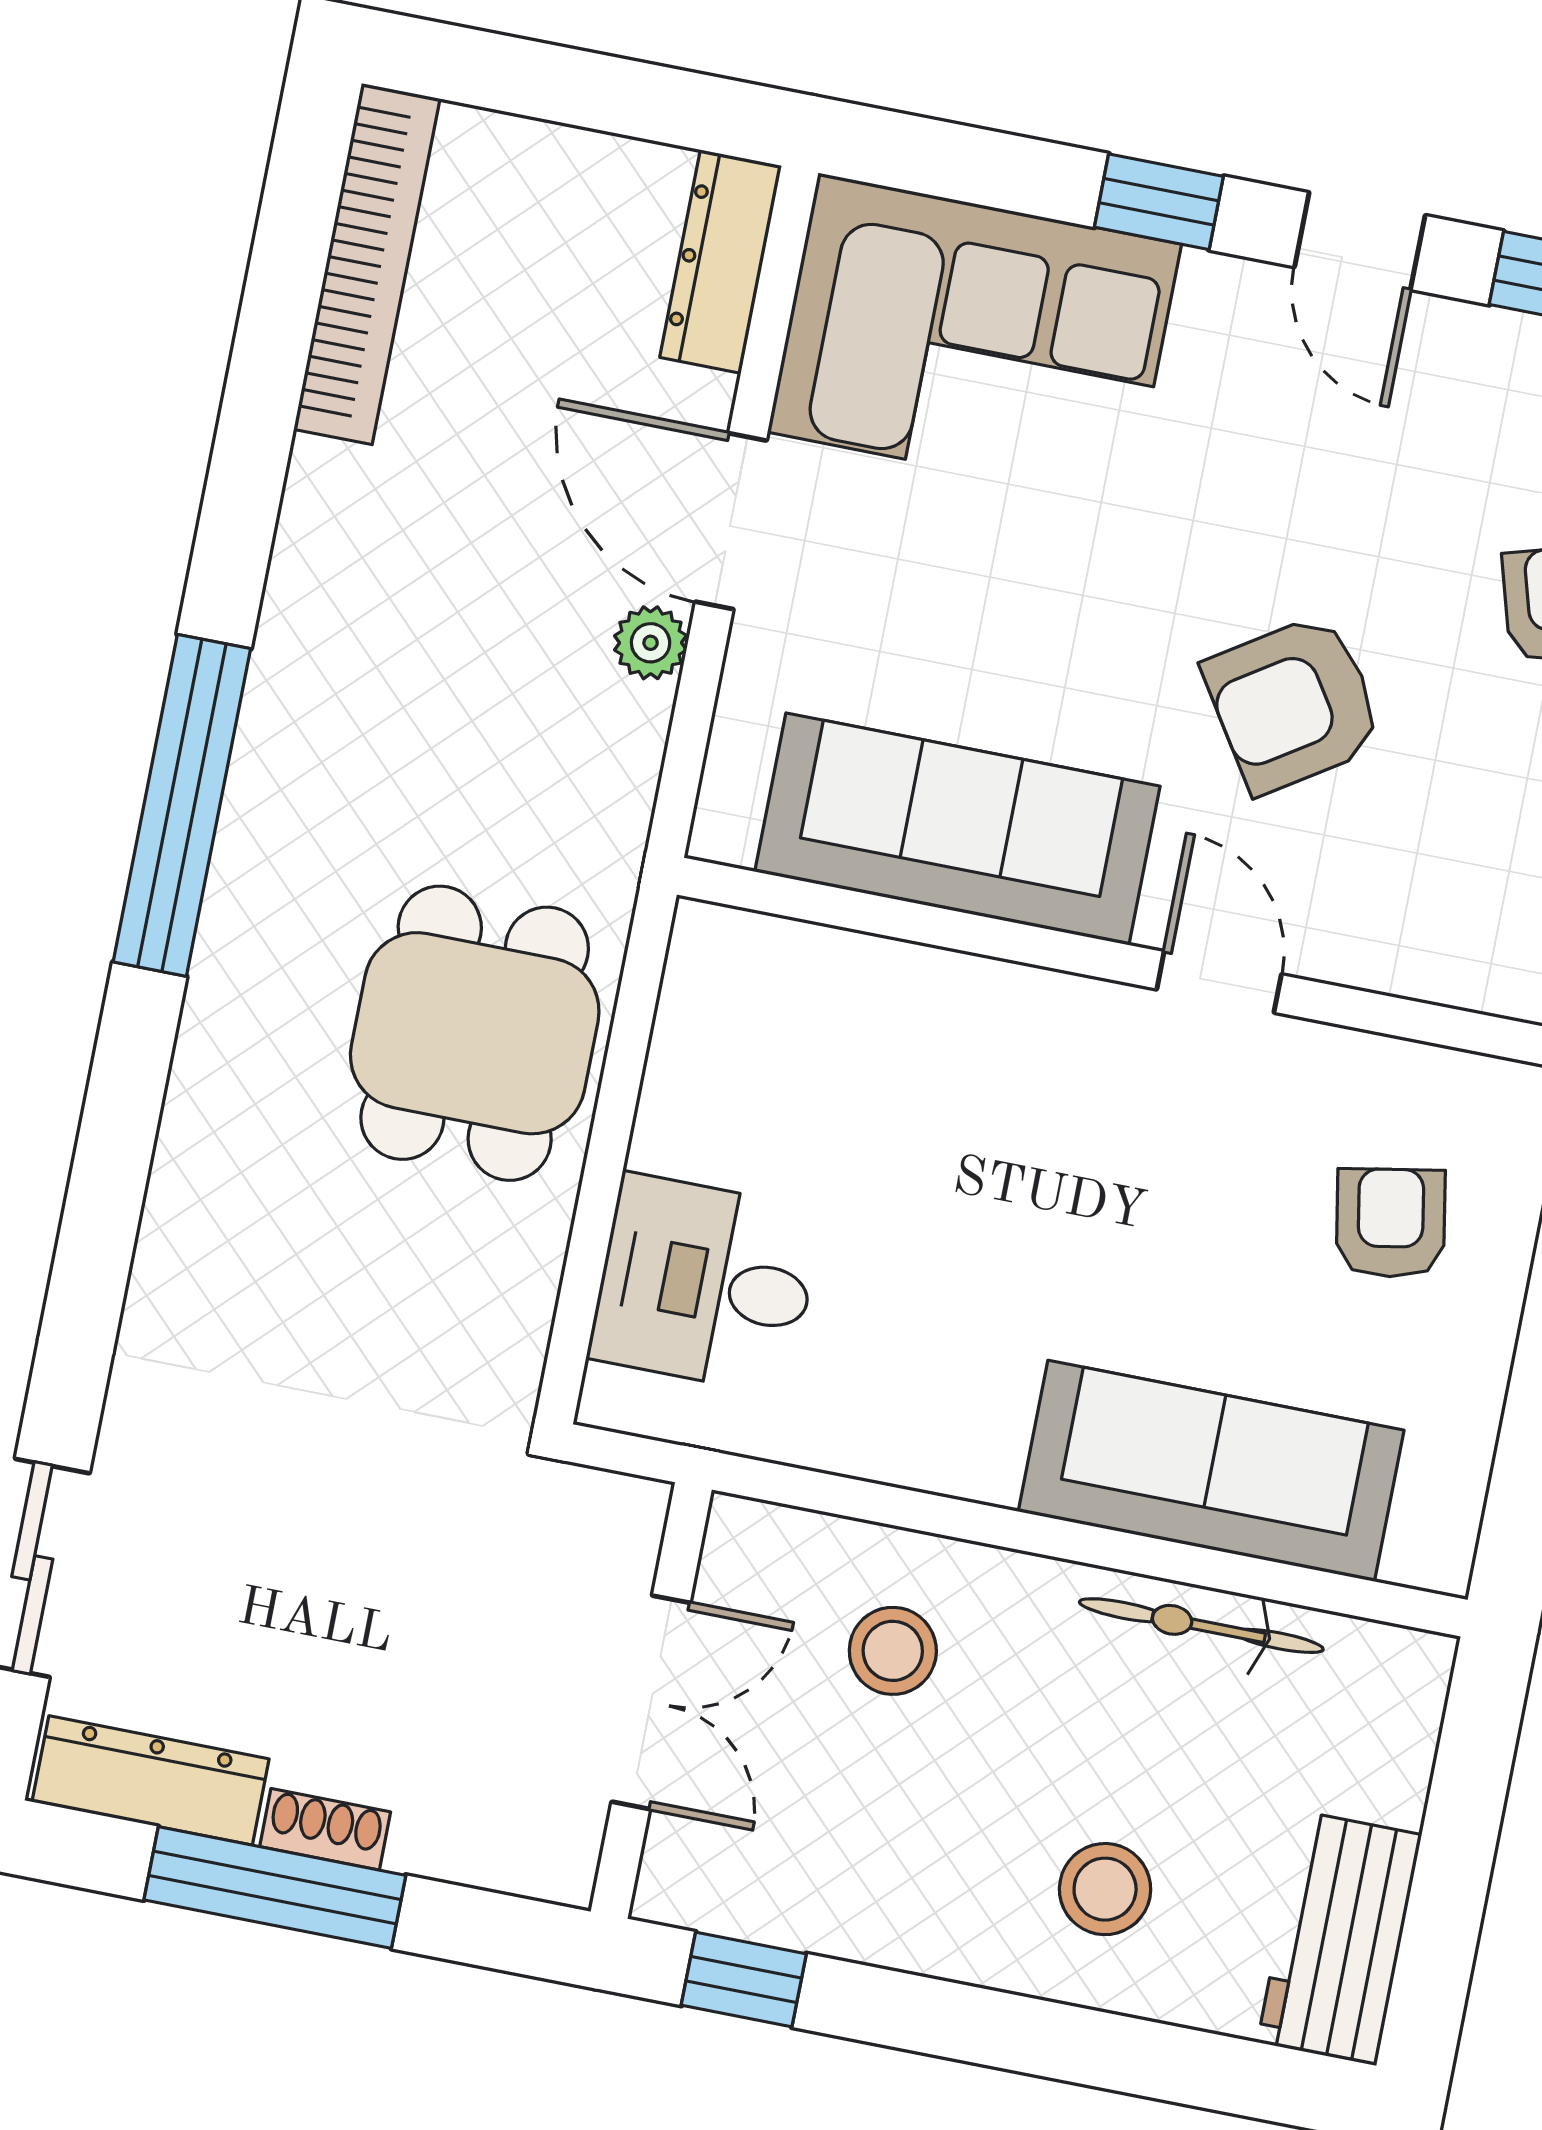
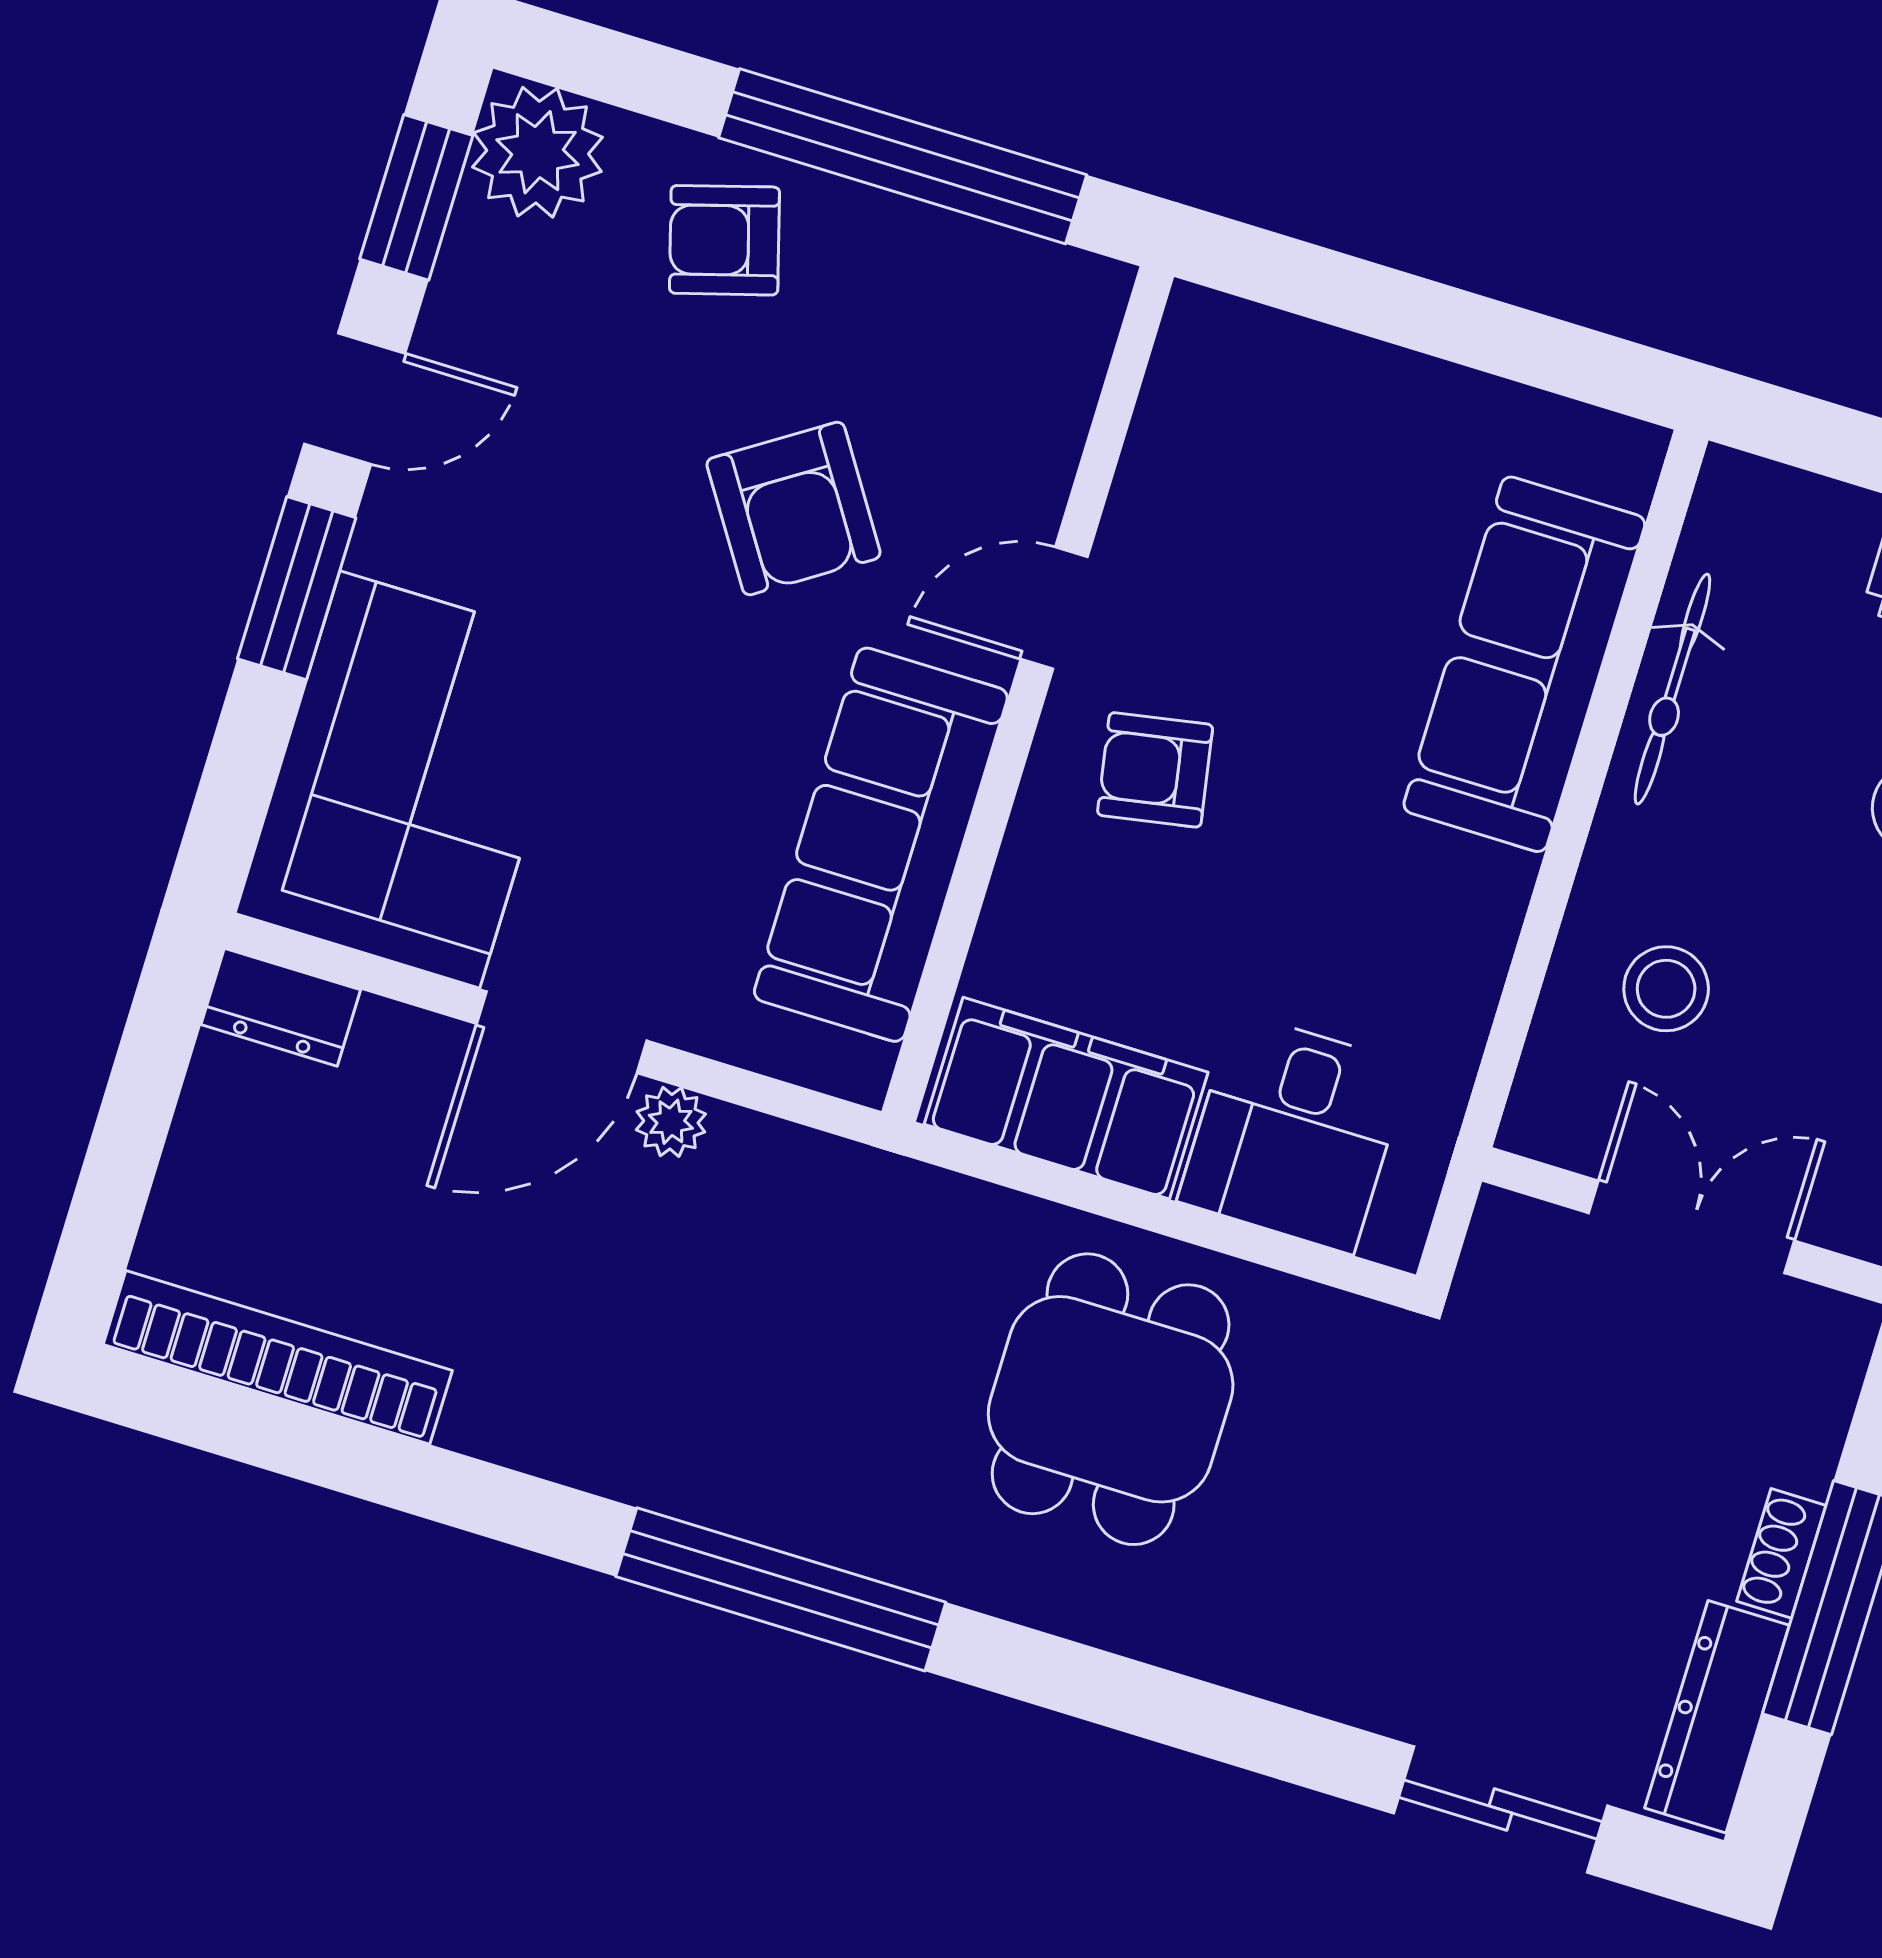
window: (1159, 202) -> (297, 588), width x1.50
dresser: (721, 262) -> (281, 1007), width x0.70
dining table: (475, 1033) -> (1111, 1399), moved, turned 90
filing cabinet: (717, 1046) -> (1066, 1098), added
armchair: (1391, 1223) -> (1155, 770), moved

